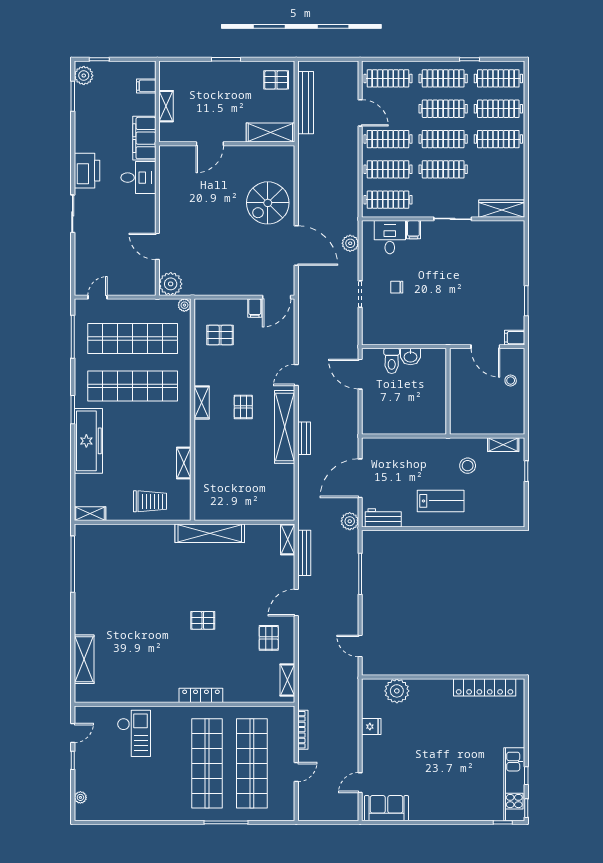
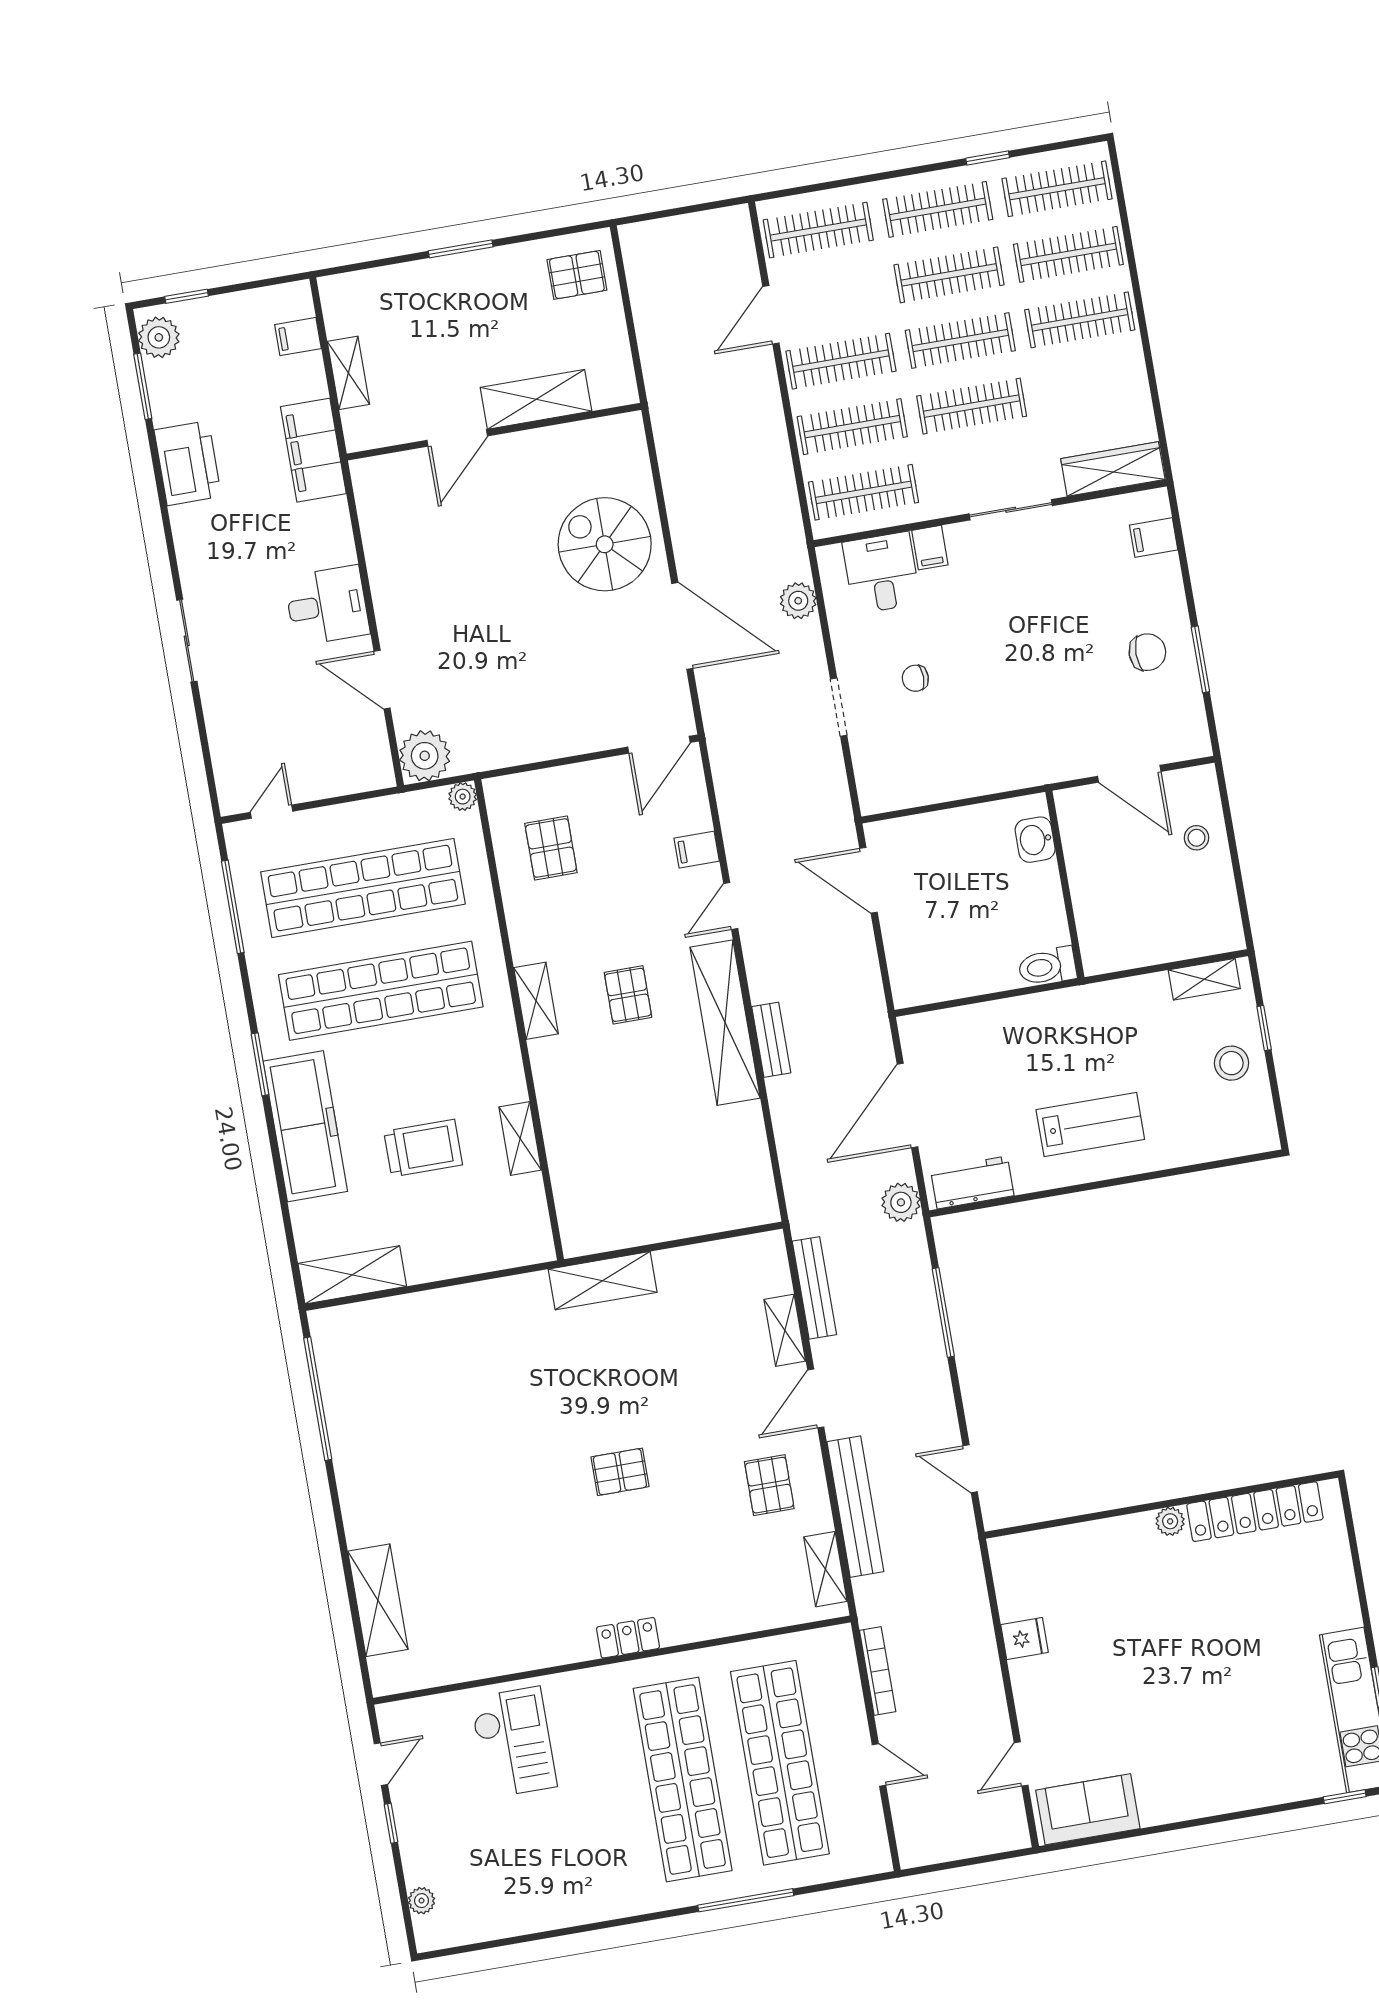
bench: (306, 103) -> (855, 1507), moved
door: (360, 113) -> (771, 315), swing flipped
shelving: (270, 133) -> (536, 399), moved
printer: (87, 171) -> (188, 463), moved
desk: (138, 178) -> (327, 606), moved
spiral stairs: (268, 203) -> (605, 544), turned 90
chair: (503, 293) -> (1147, 652), added
filing cabinet: (255, 308) -> (697, 850), moved, turned 90
pallet: (220, 335) -> (551, 848), turned 90
filing cabinet: (515, 338) -> (1154, 537), moved
washbasin: (410, 357) -> (1035, 840), moved, turned 90
toilet: (392, 361) -> (1047, 966), moved, turned 90
stool: (468, 466) -> (1231, 1063), moved
trolley: (150, 501) -> (423, 1148), moved
shelving: (90, 514) -> (352, 1275), width x1.50, depth x1.33
shelving: (210, 533) -> (603, 1281), width x0.68
shelving: (288, 539) -> (785, 1330), moved
plant: (397, 691) -> (1170, 1521), moved, width x0.53, depth x0.53
locker: (201, 695) -> (628, 1638), width x0.66
door: (296, 772) -> (879, 1765), hinge flipped

